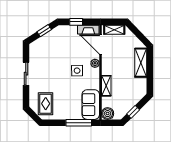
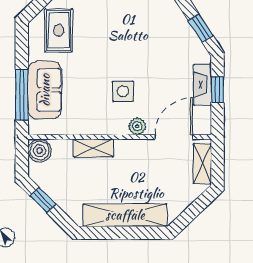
fireplace: (88, 30) -> (203, 85), moved
shelving: (141, 63) -> (125, 215), width x1.47
rug: (46, 104) -> (59, 30), turned 90
sofa: (91, 105) -> (45, 90), moved, turned 90

